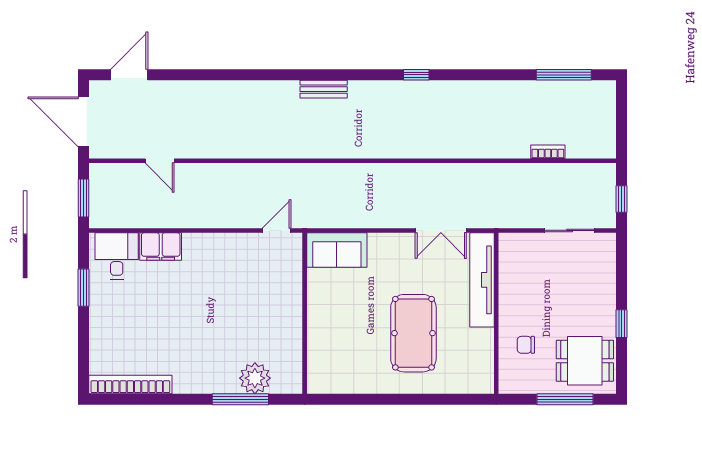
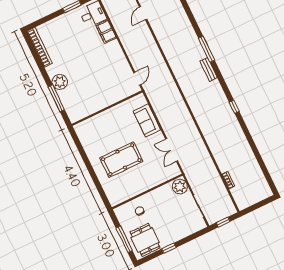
window: (564, 75) -> (207, 49), moved
door: (277, 230) -> (137, 79), hinge flipped
plant: (516, 248) -> (180, 187), added
sofa: (337, 250) -> (147, 120), moved
tv unit: (482, 280) -> (159, 178), removed
plant: (255, 378) -> (60, 82), moved

